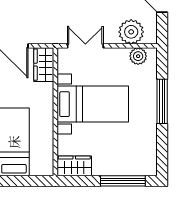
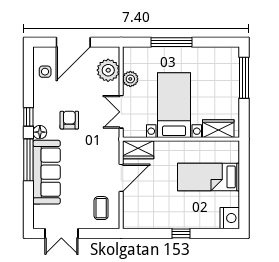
plant: (138, 56) -> (130, 79), moved
wardrobe: (74, 166) -> (218, 129), moved, turned 90

